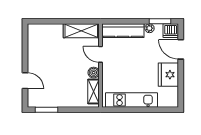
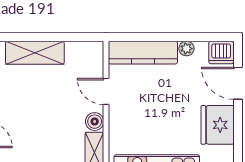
window: (160, 21) -> (204, 37), removed
shelving: (81, 31) -> (35, 53), moved

